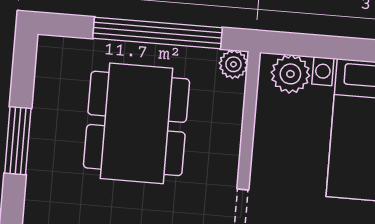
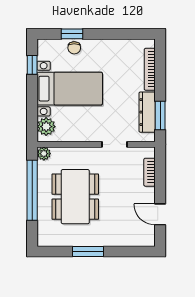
dining table: (137, 123) -> (75, 197), turned 90

